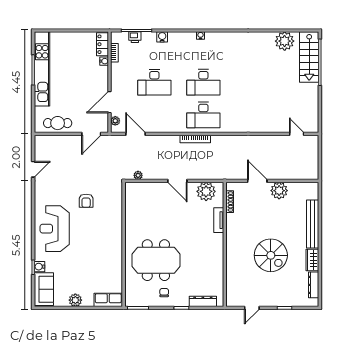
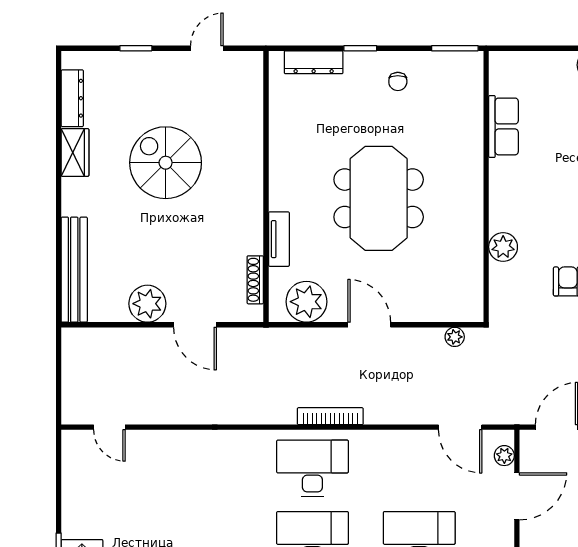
plant: (116, 217) -> (503, 247), added
bench: (313, 224) -> (74, 270), moved
meeting table: (156, 260) -> (379, 198), moved, turned 90
row of seats: (108, 300) -> (503, 126), moved, turned -90

